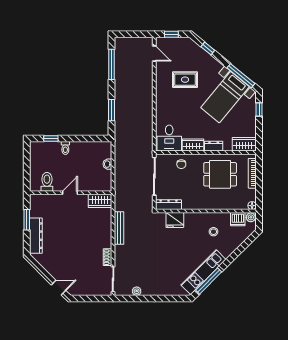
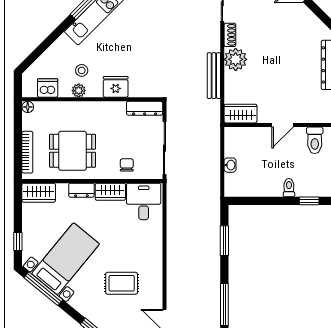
plant: (251, 217) -> (79, 91), moved
fridge: (175, 220) -> (116, 87), moved
plant: (104, 240) -> (236, 59), added

